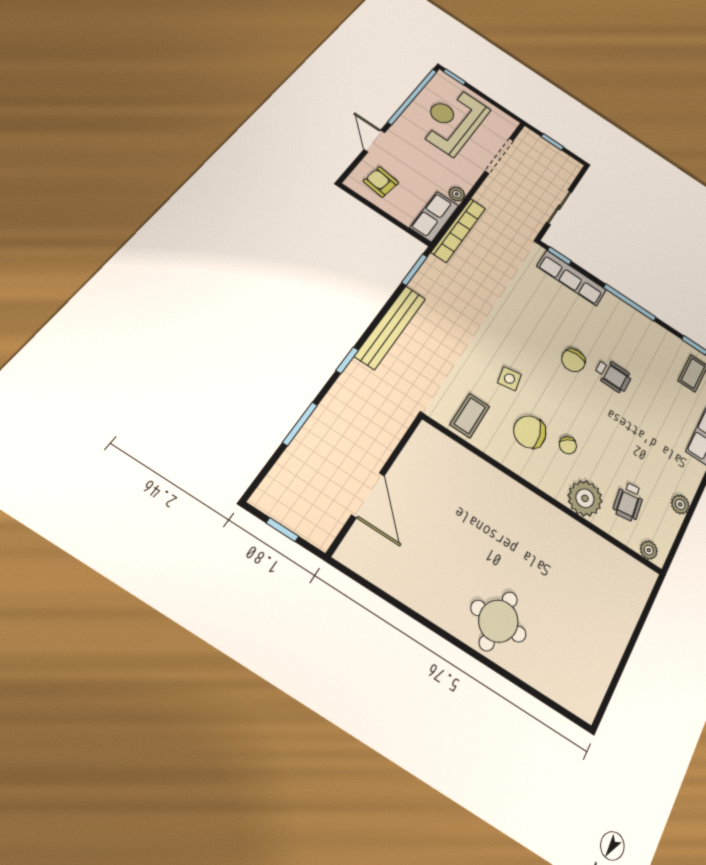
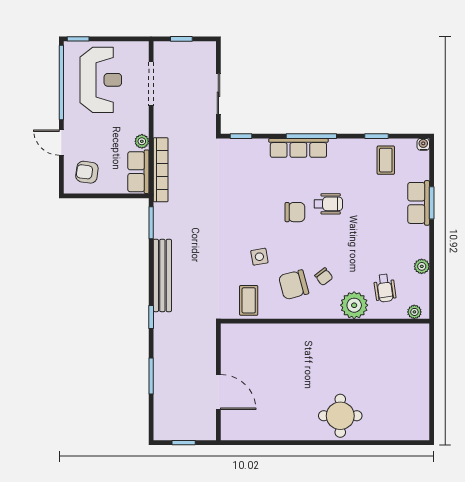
reception desk: (453, 120) -> (101, 80), turned 180
row of seats: (572, 278) -> (298, 148), moved
chair: (573, 360) -> (295, 212), turned -90

